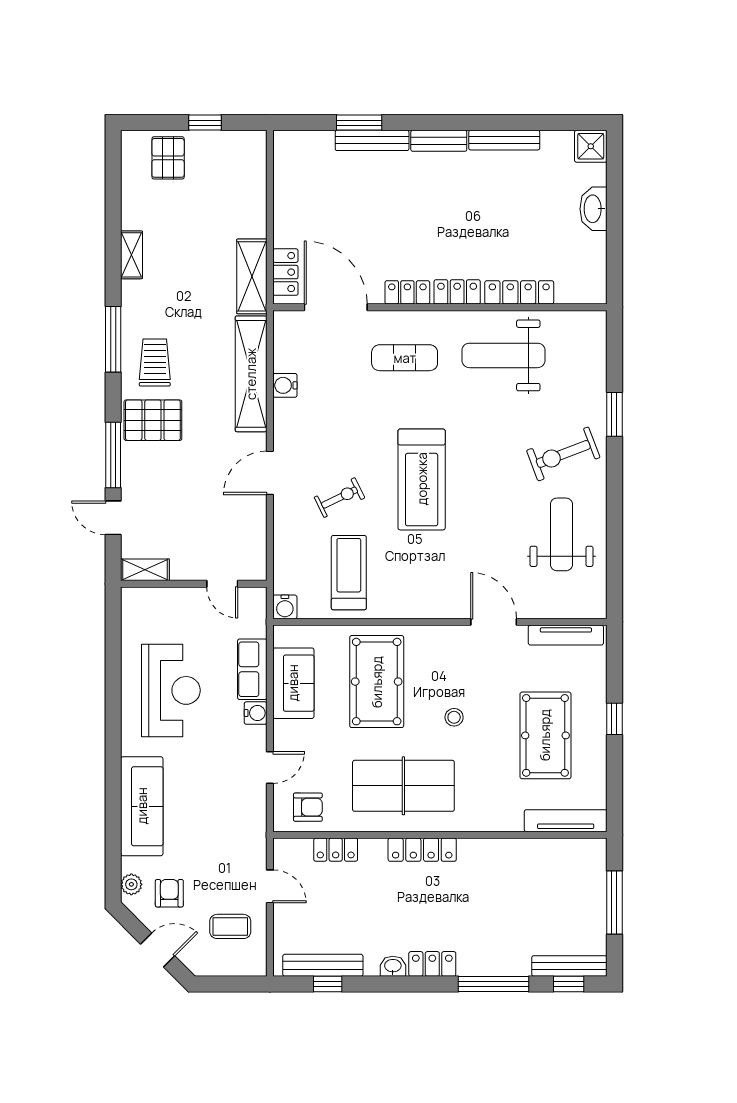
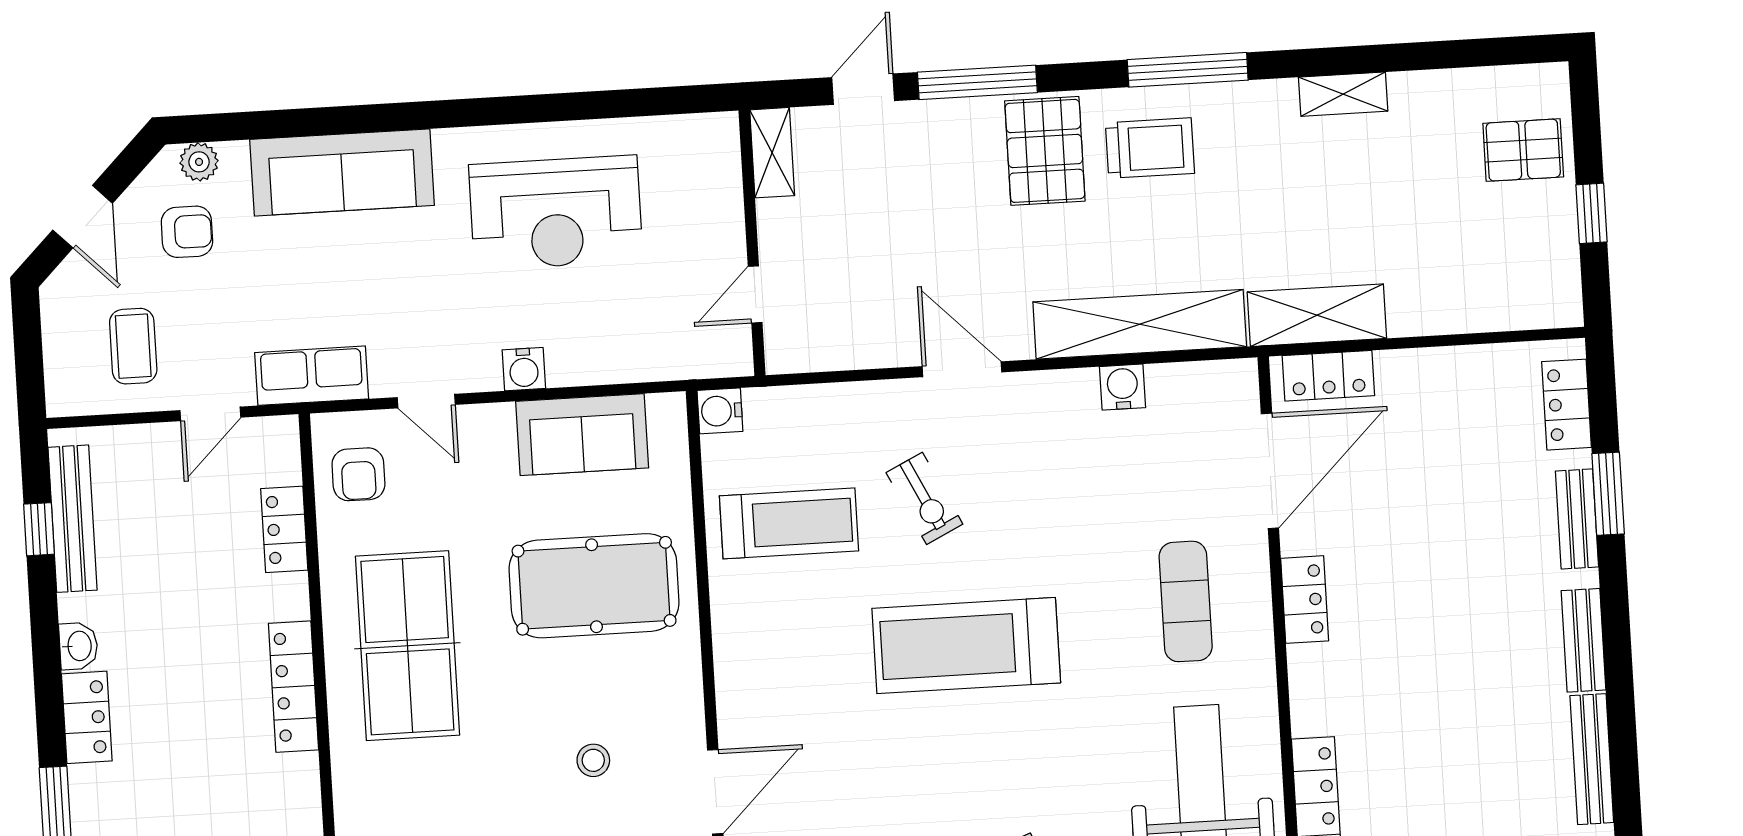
bench: (372, 140) -> (1577, 519), width x0.73
locker: (457, 292) -> (1567, 405), moved, turned 180
row of seats: (252, 669) -> (312, 376), moved
stool: (454, 717) -> (593, 760), moved

